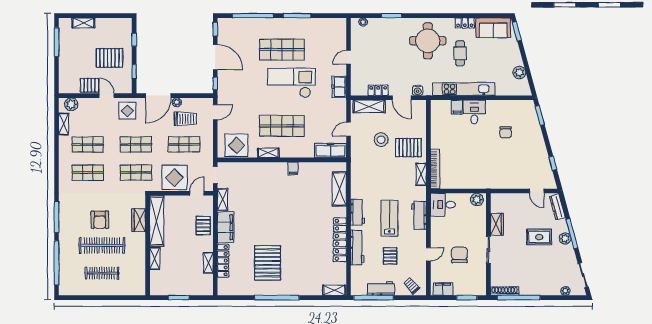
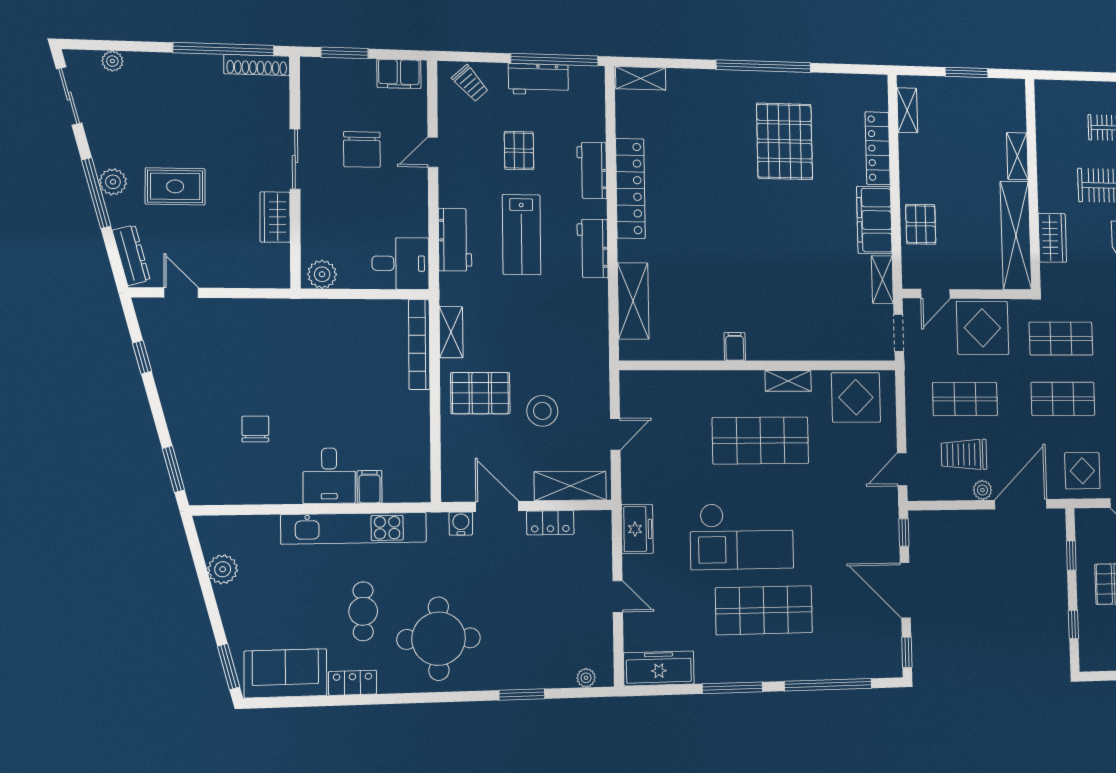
door: (348, 57) -> (618, 596), hinge flipped
freezer: (330, 150) -> (659, 668), moved, turned 180
workbench: (357, 248) -> (592, 170), width x0.73
shelving: (208, 263) -> (907, 110), moved

